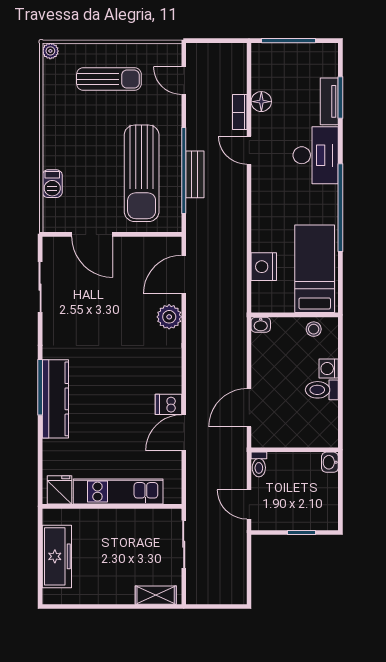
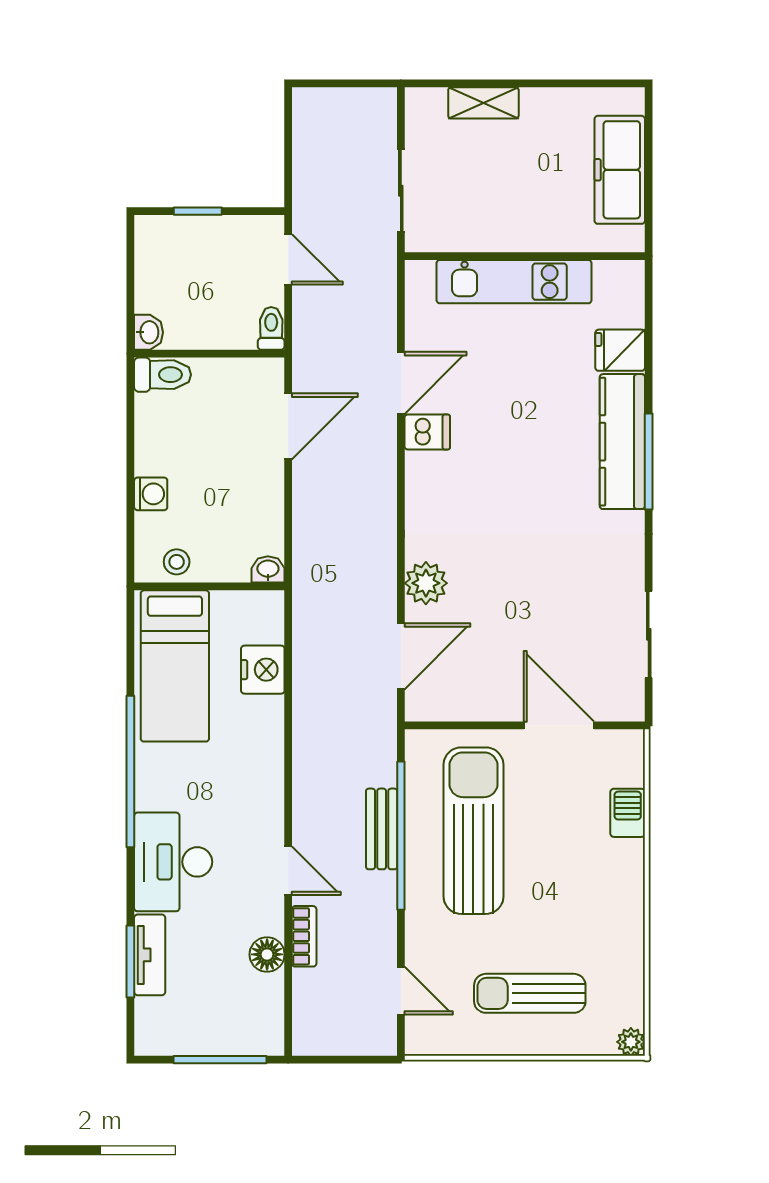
toilet: (322, 390) -> (163, 375), moved
fridge: (59, 490) -> (620, 350), moved, turned 90
shelving: (156, 595) -> (483, 103), moved

